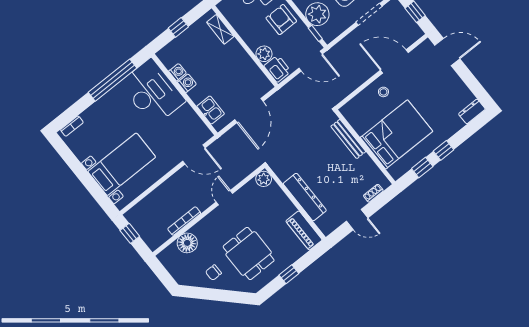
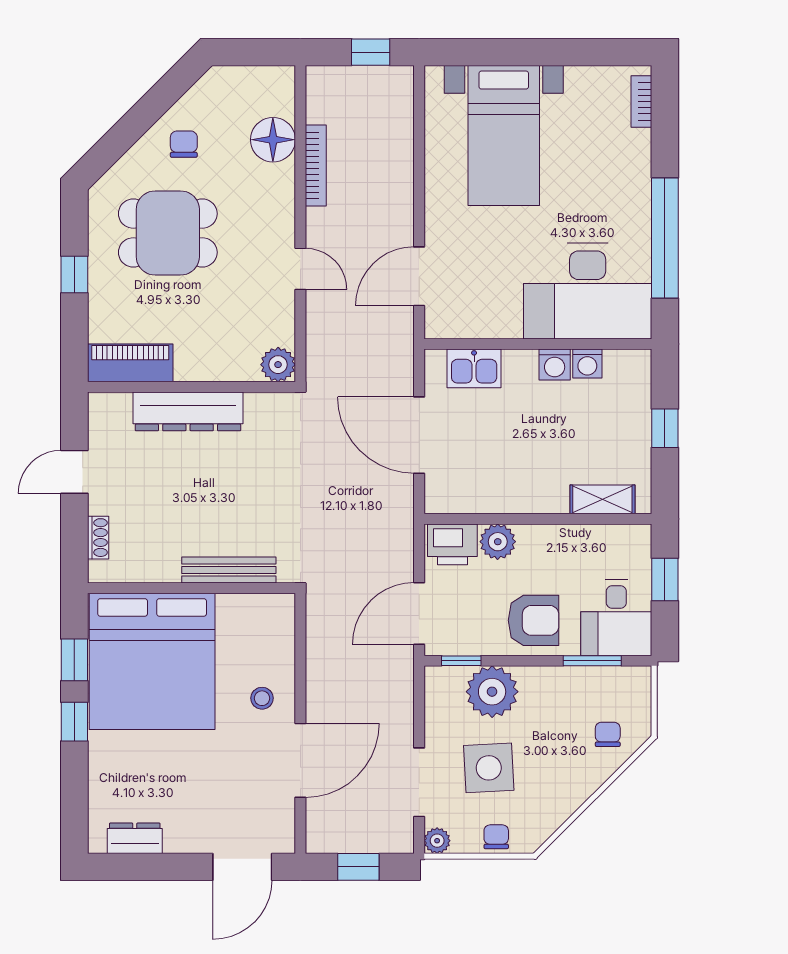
dresser: (472, 111) -> (135, 838), moved, turned -90
bed: (397, 134) -> (152, 661), width x1.36

